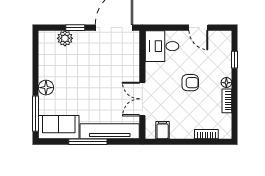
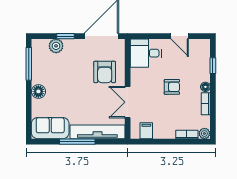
armchair: (118, 66) -> (105, 72), added
window: (36, 114) -> (29, 64), moved
plant: (225, 133) -> (204, 133), added

